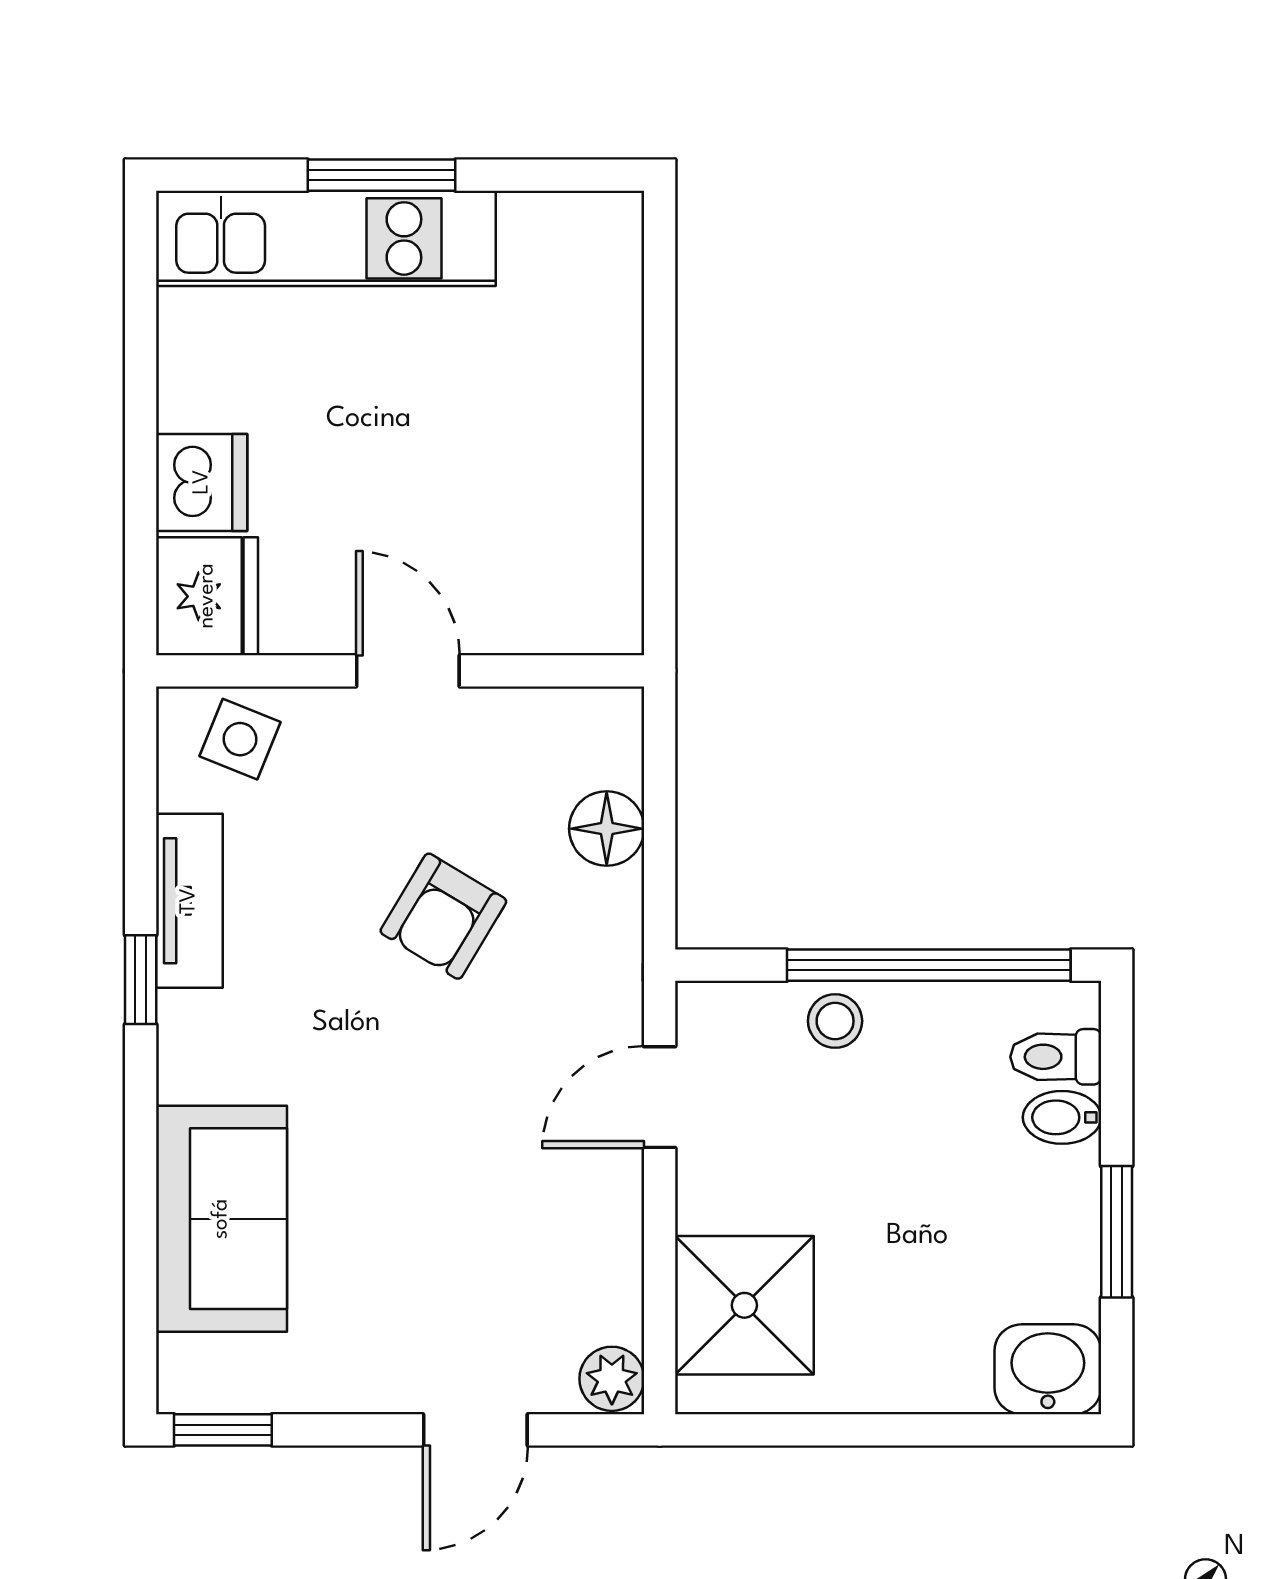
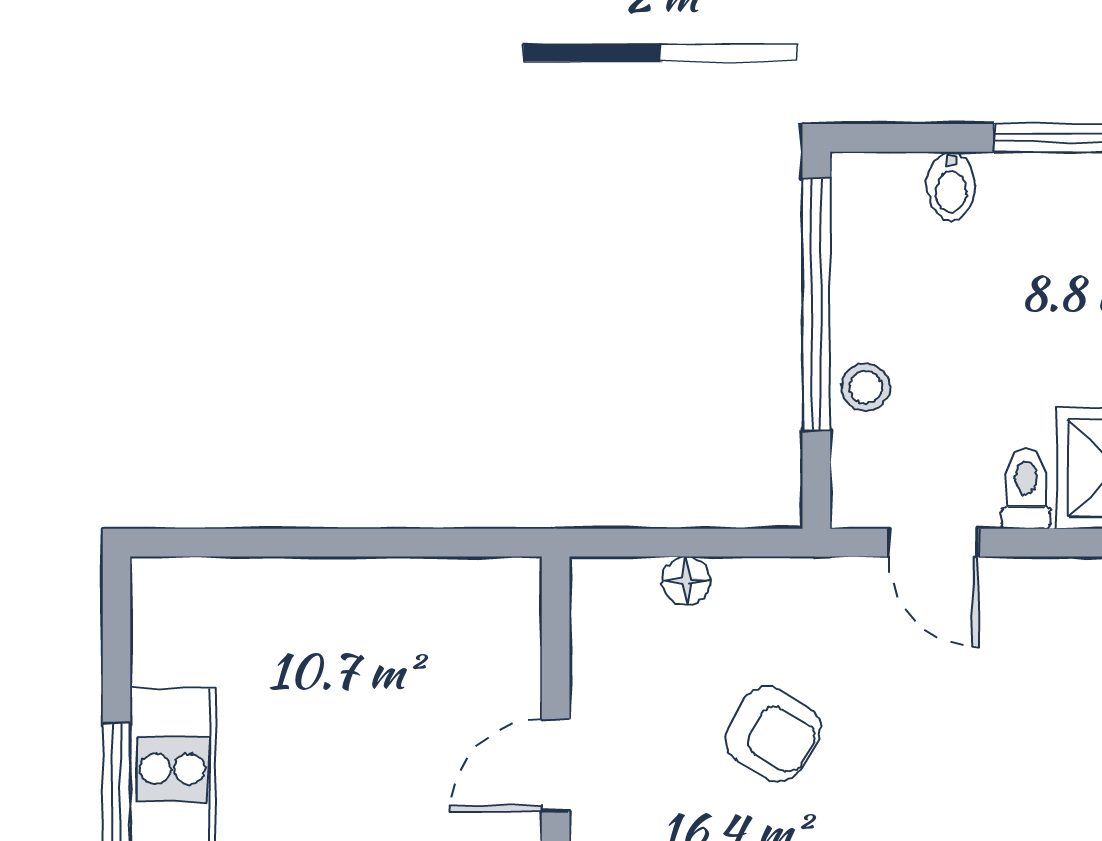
floor lamp: (607, 829) -> (686, 581), width x0.73, depth x0.73
toilet: (1056, 1057) -> (1026, 489), moved, turned 180

